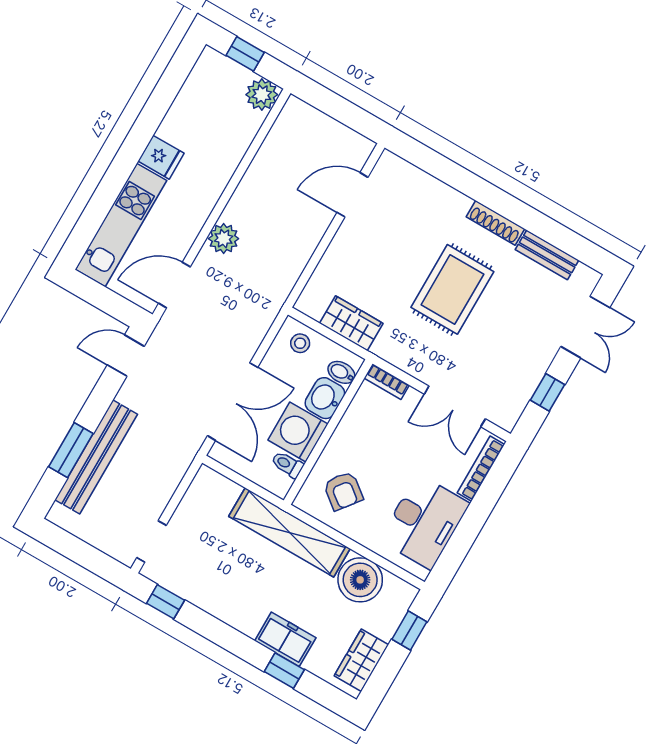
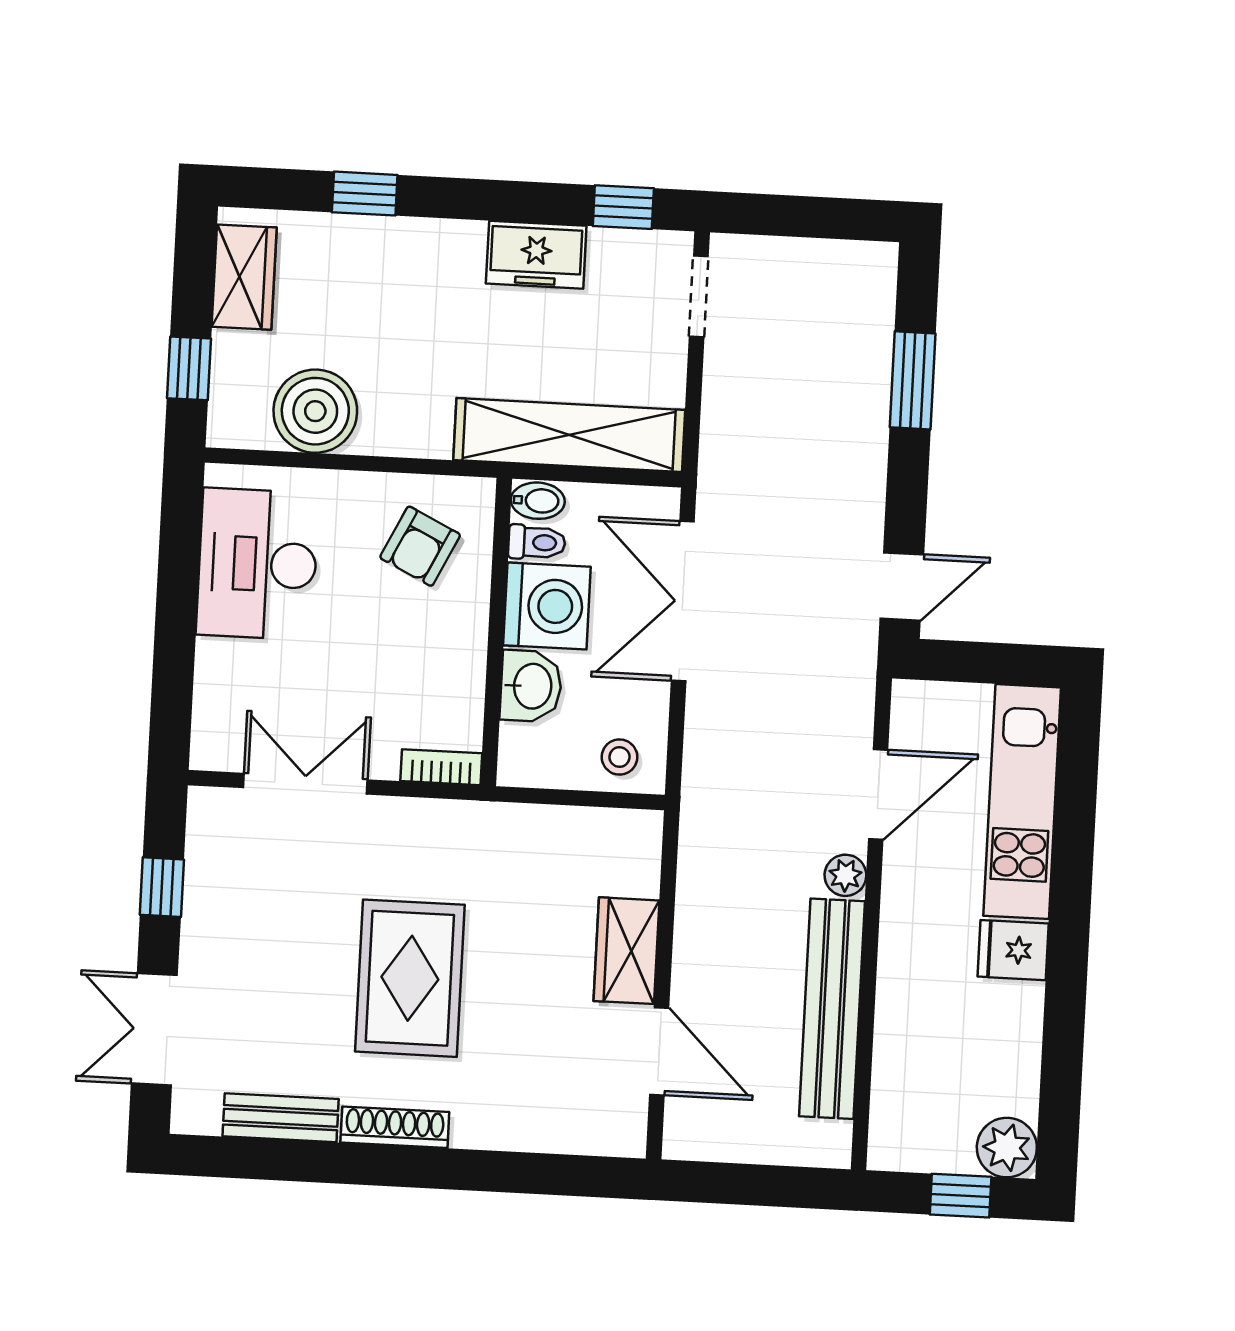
plant: (262, 95) -> (1007, 1148), moved
door: (352, 195) -> (659, 1051), hinge flipped
plant: (224, 239) -> (845, 875), width x0.73, depth x0.73
door: (174, 285) -> (878, 794), moved
wardrobe: (351, 323) -> (627, 951), moved, turned 90
bidet: (341, 372) -> (538, 501), moved
bench: (96, 457) -> (832, 1009), moved
bookcase: (481, 469) -> (208, 702), removed
armchair: (343, 491) -> (420, 546), turned -102
shelving: (289, 532) -> (569, 435), moved
freezer: (285, 639) -> (536, 255), moved

